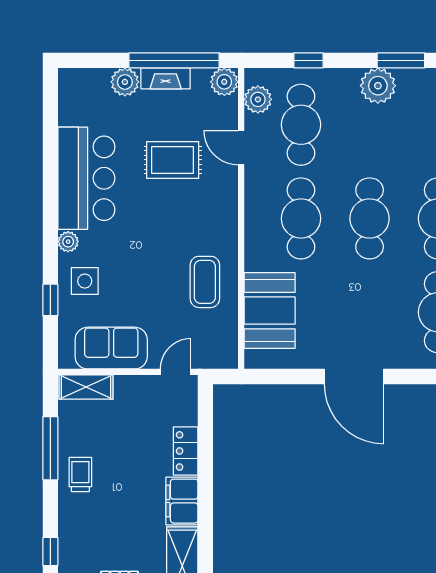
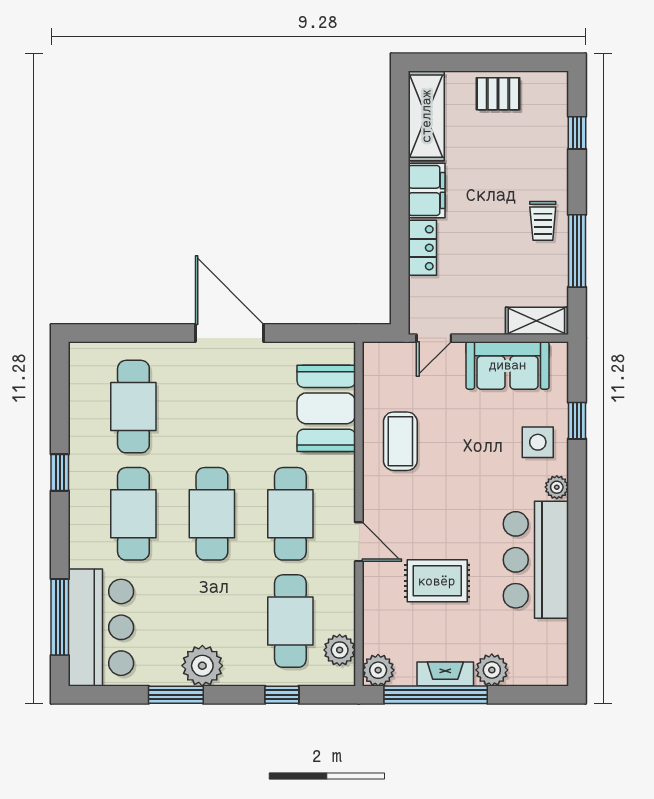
door: (241, 148) -> (359, 542), moved

